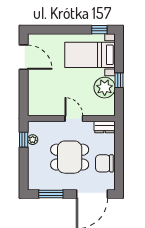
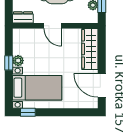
plant: (105, 88) -> (18, 61), width x0.53, depth x0.53
wardrobe: (36, 95) -> (90, 49), added

